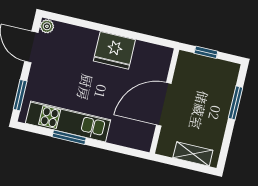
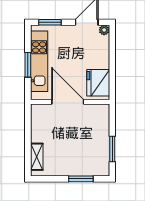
window: (206, 52) -> (112, 149), width x1.50
wall: (164, 101) -> (70, 102), moved
door: (164, 104) -> (68, 102), moved

